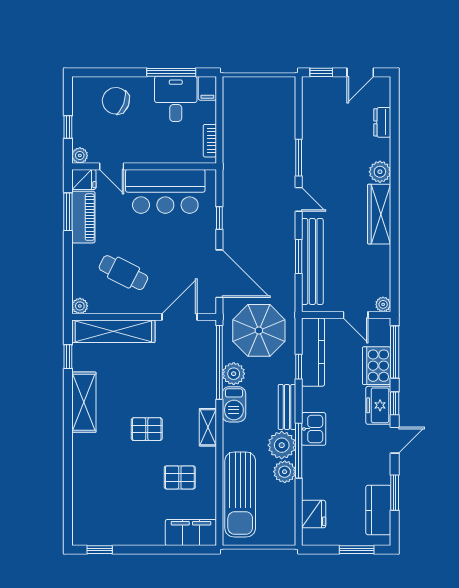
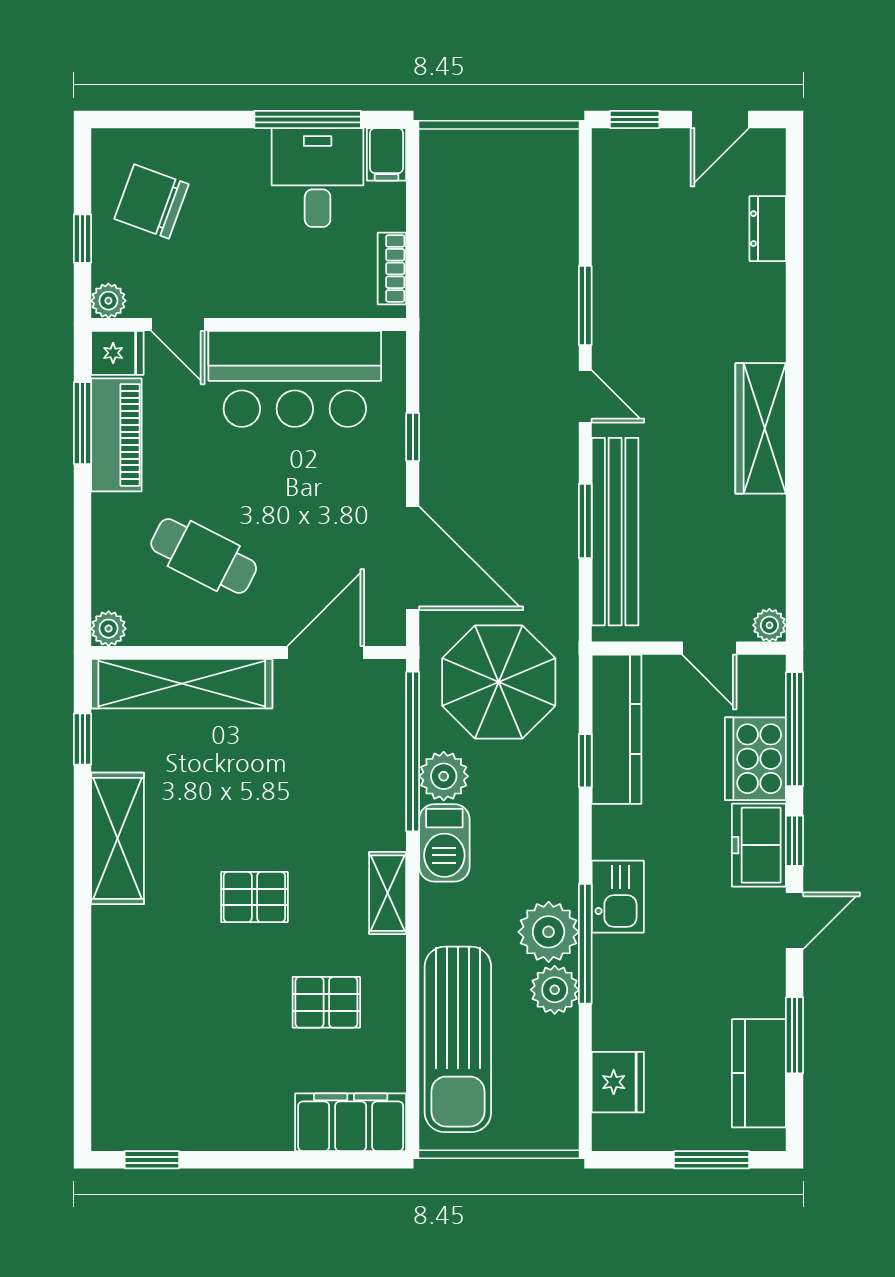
chair: (116, 101) -> (151, 202), moved
plant: (380, 172) -> (762, 336), removed
bench: (287, 407) -> (560, 849), removed

